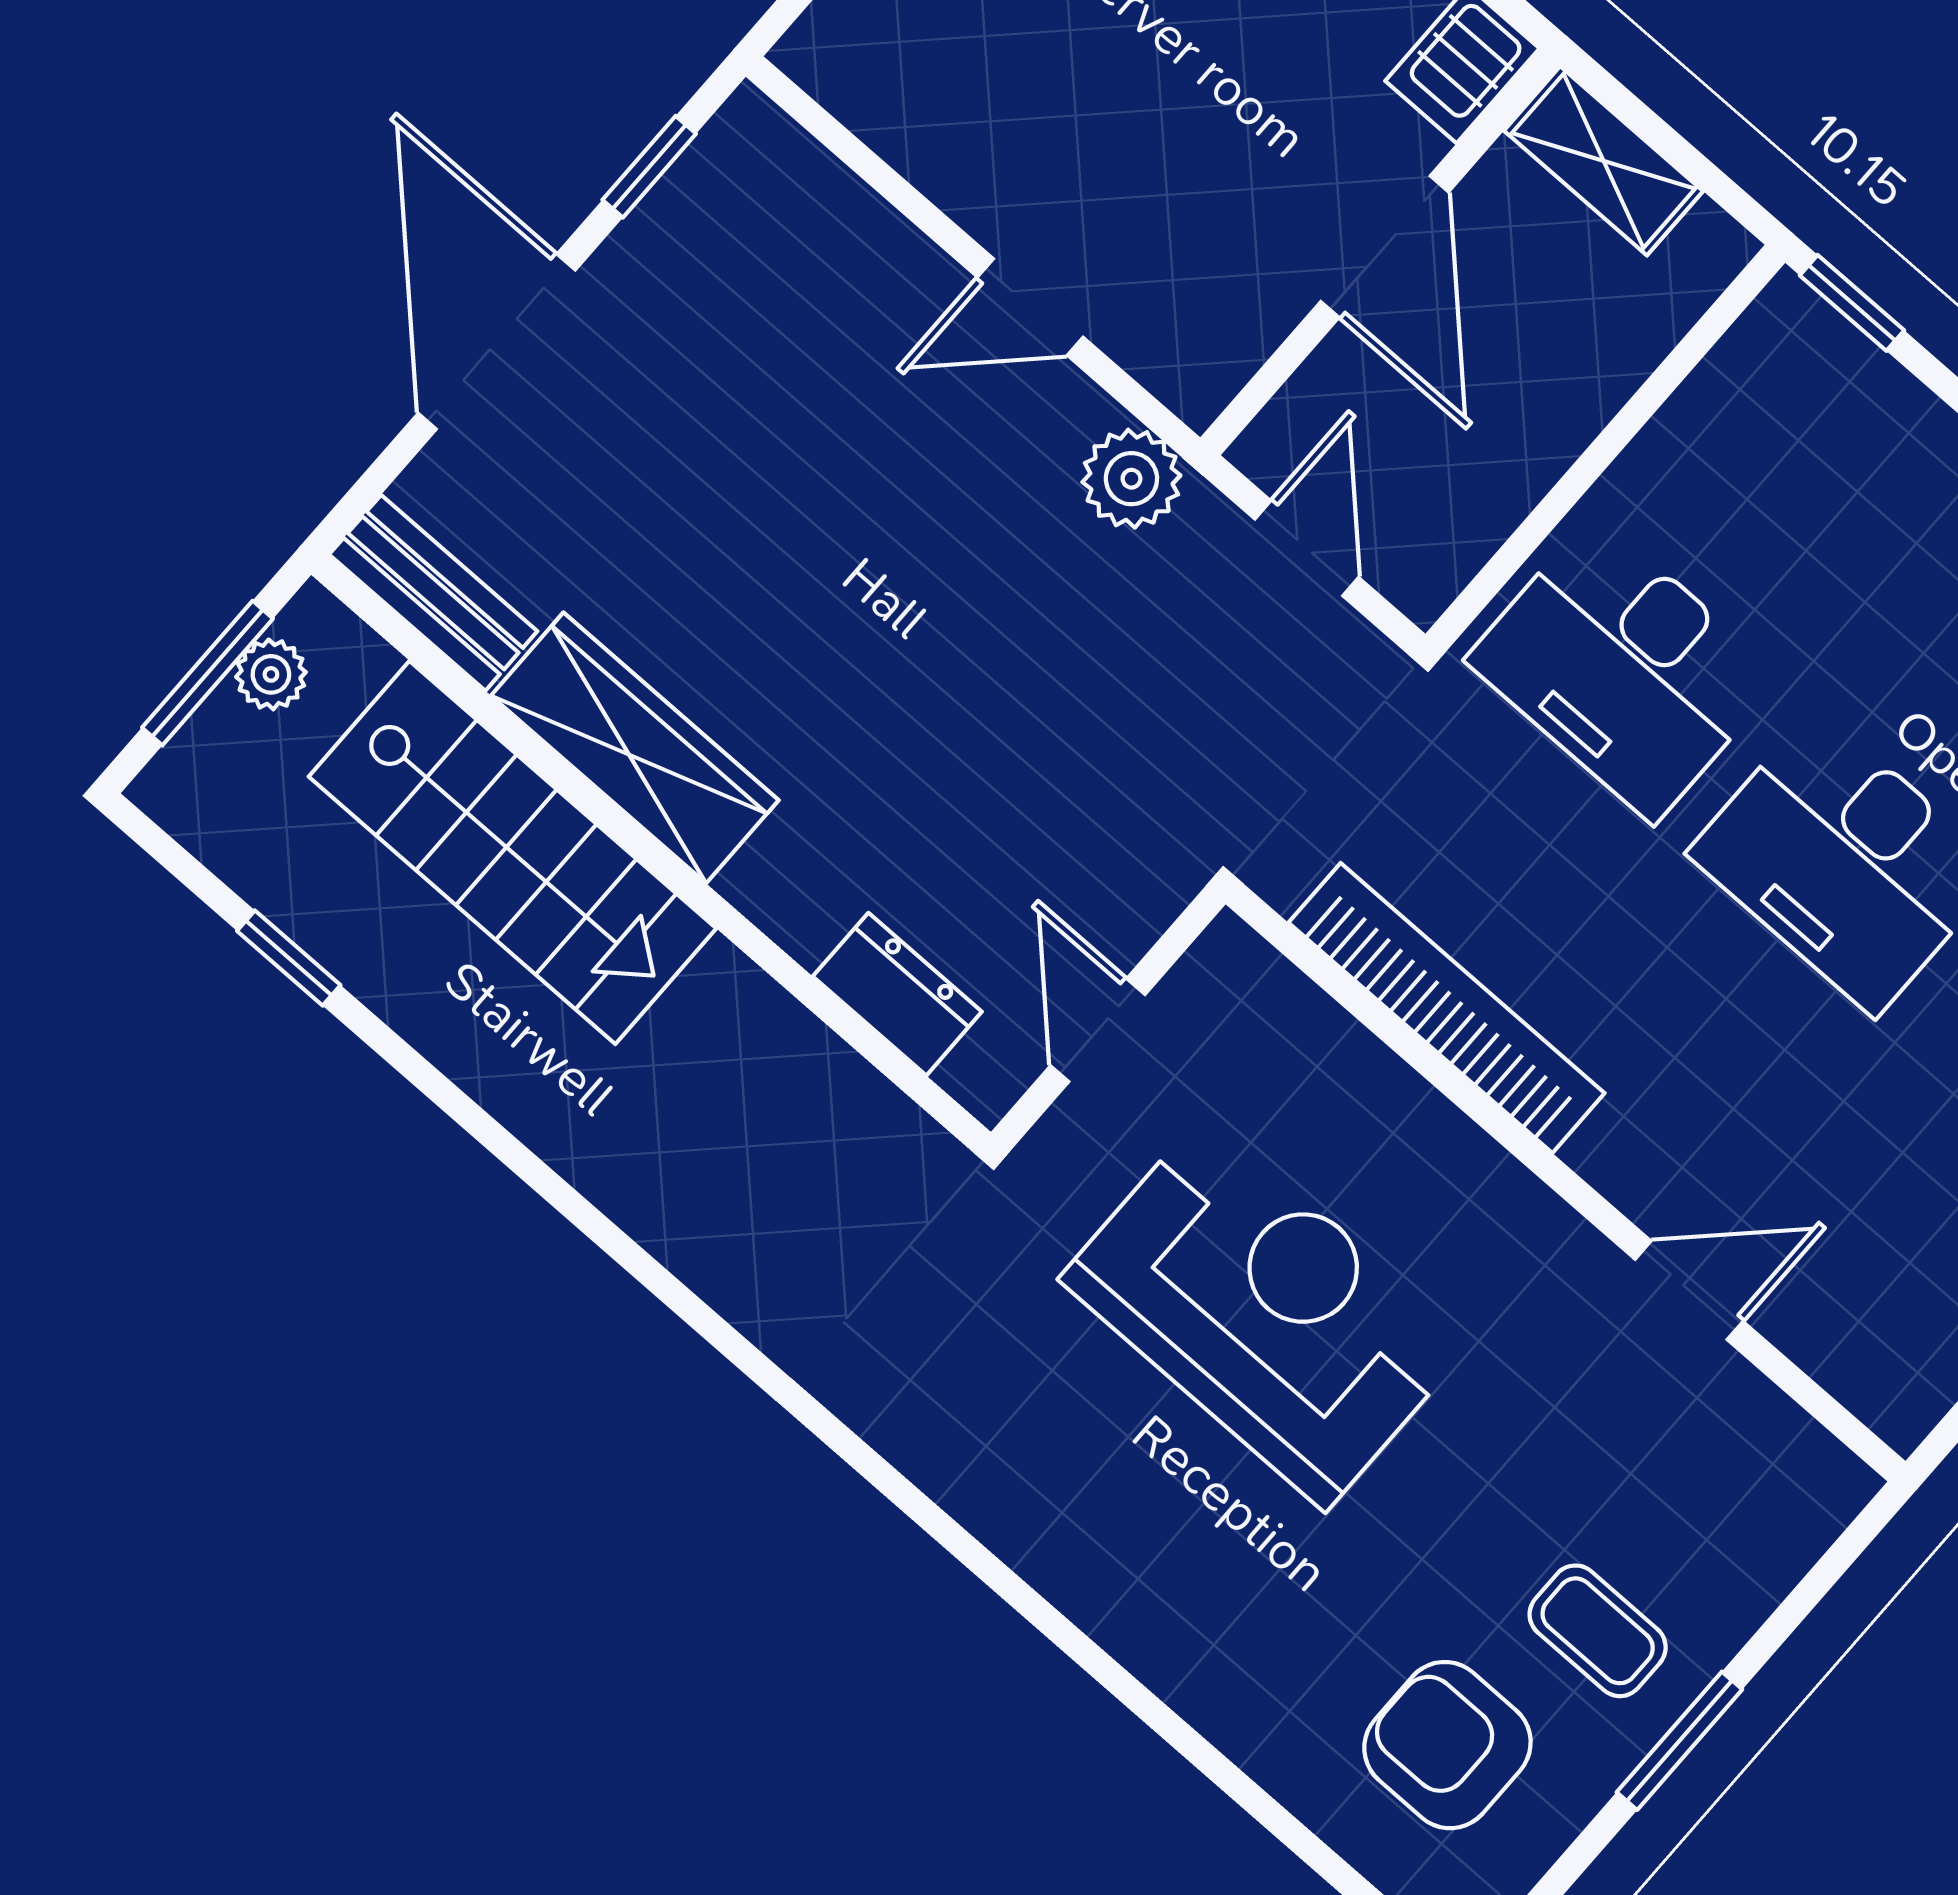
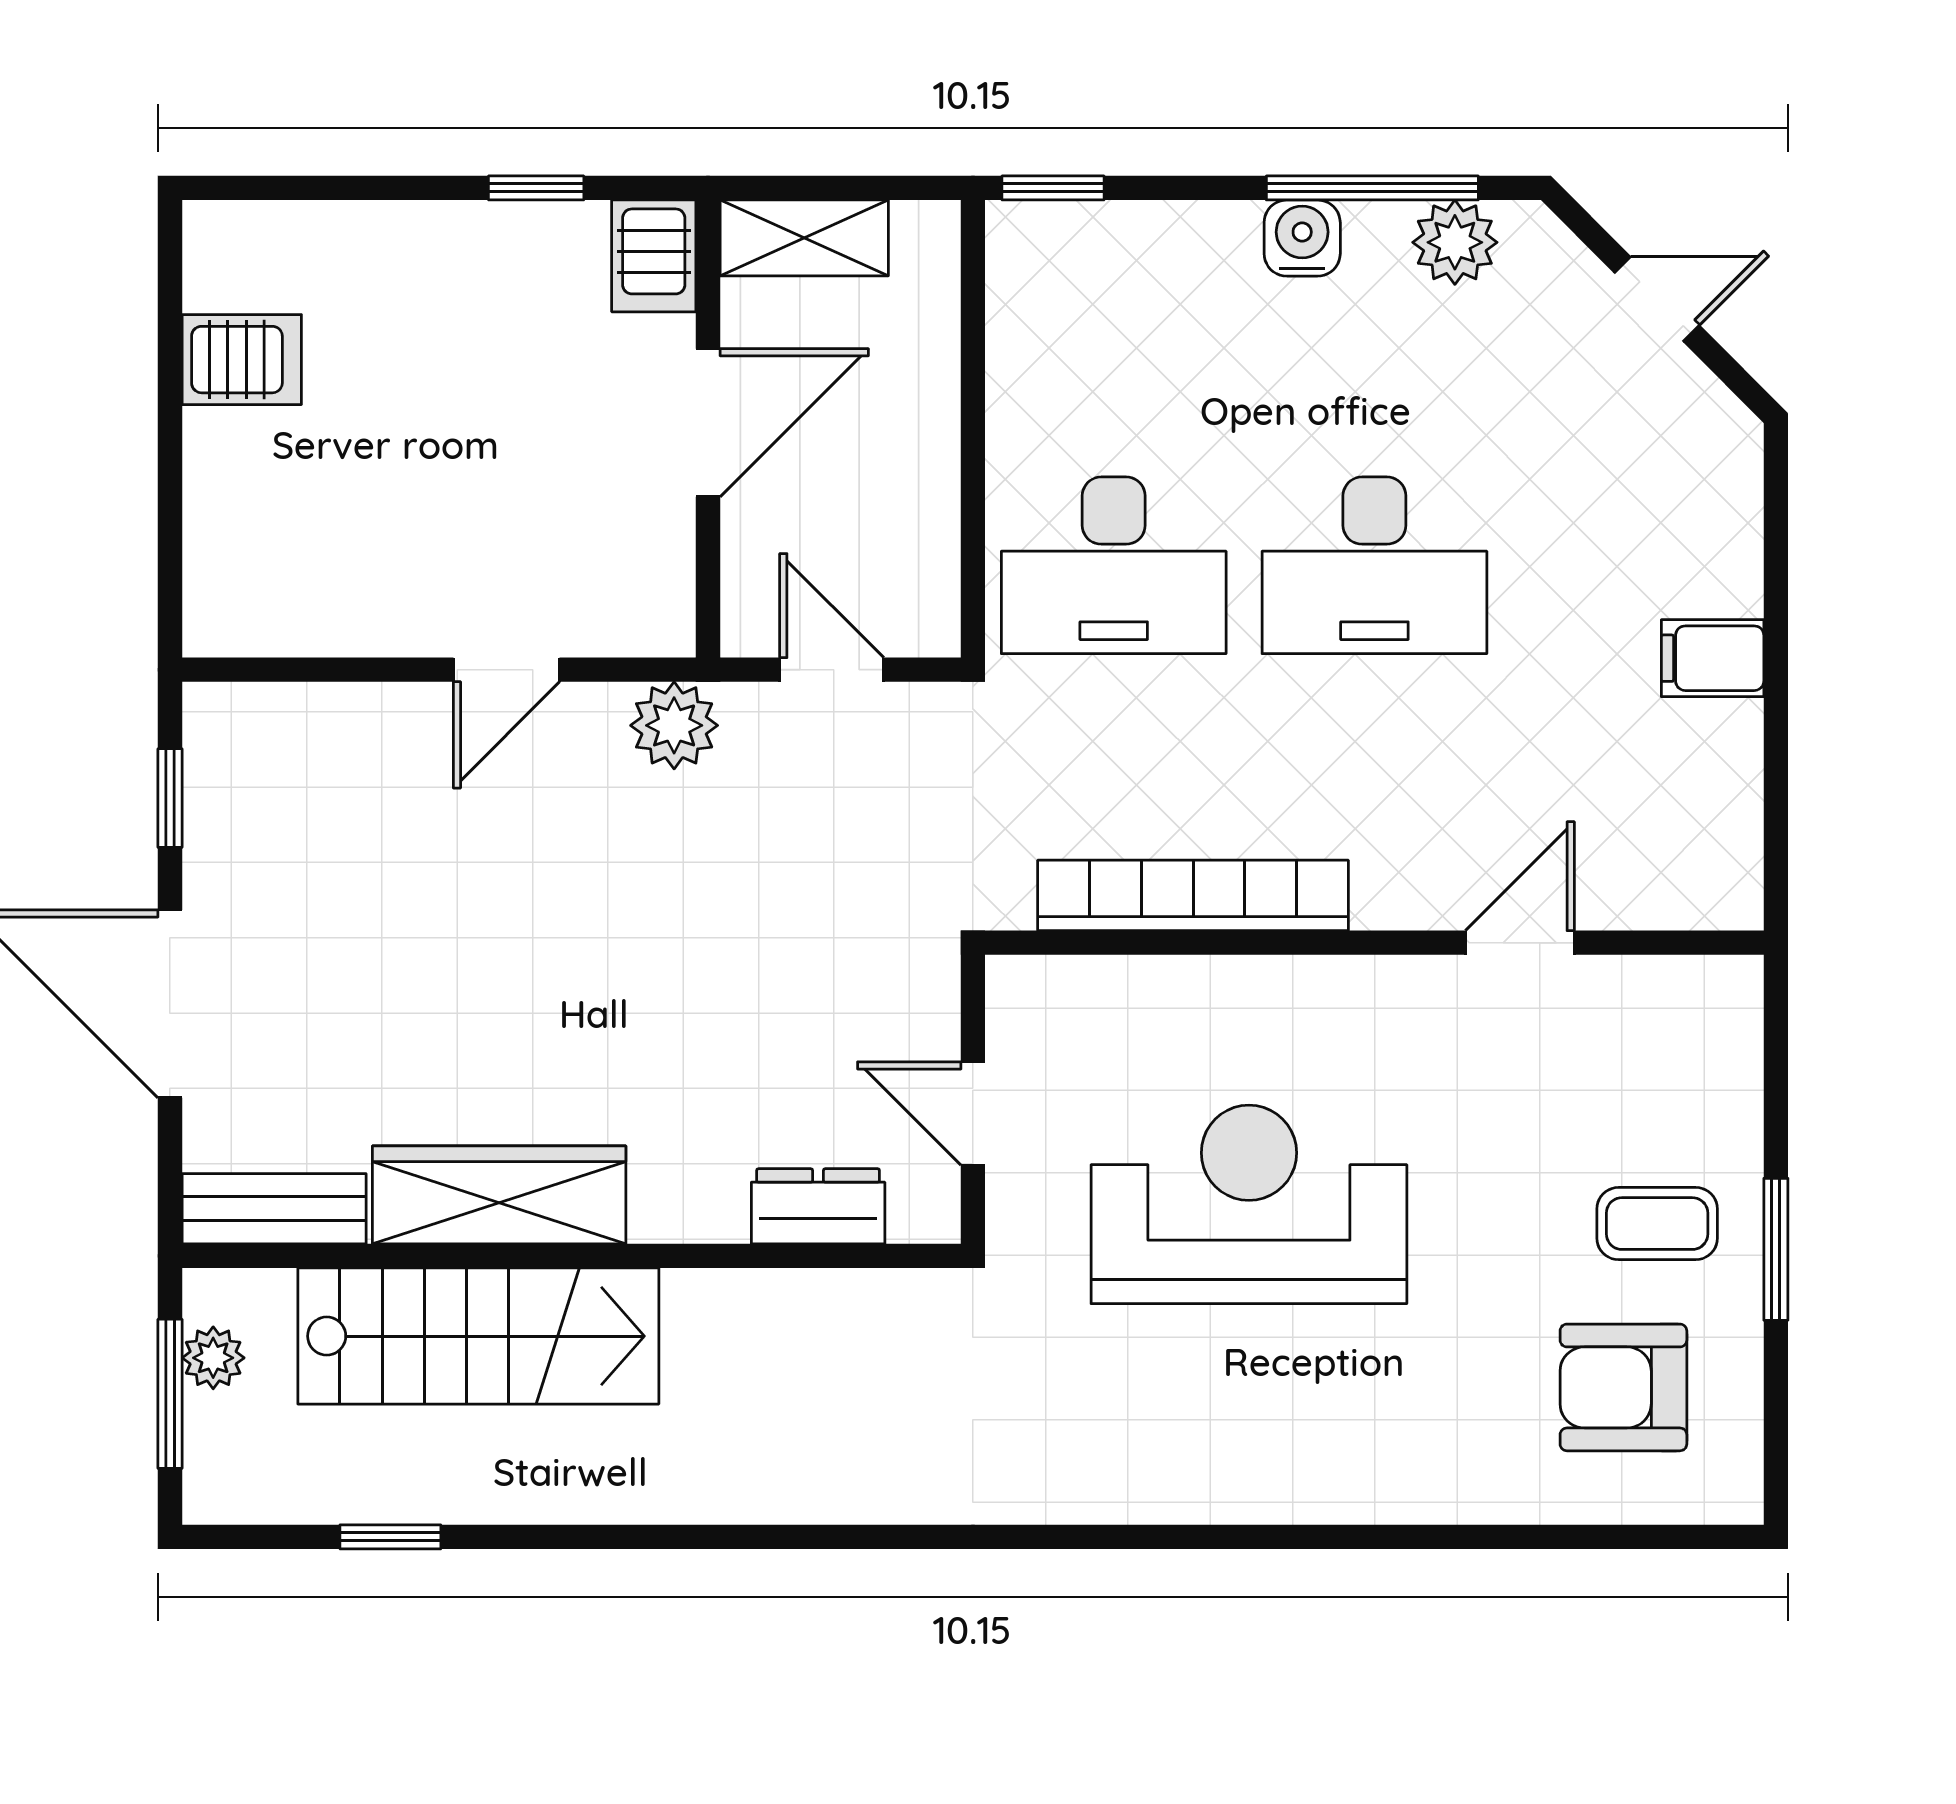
door: (1385, 247) -> (708, 423), hinge flipped

